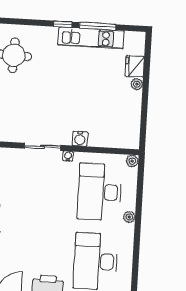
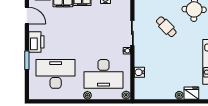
cafe table: (37, 97) -> (166, 27), added
water cooler: (80, 139) -> (139, 72), moved
desk: (100, 192) -> (104, 74), turned 180

